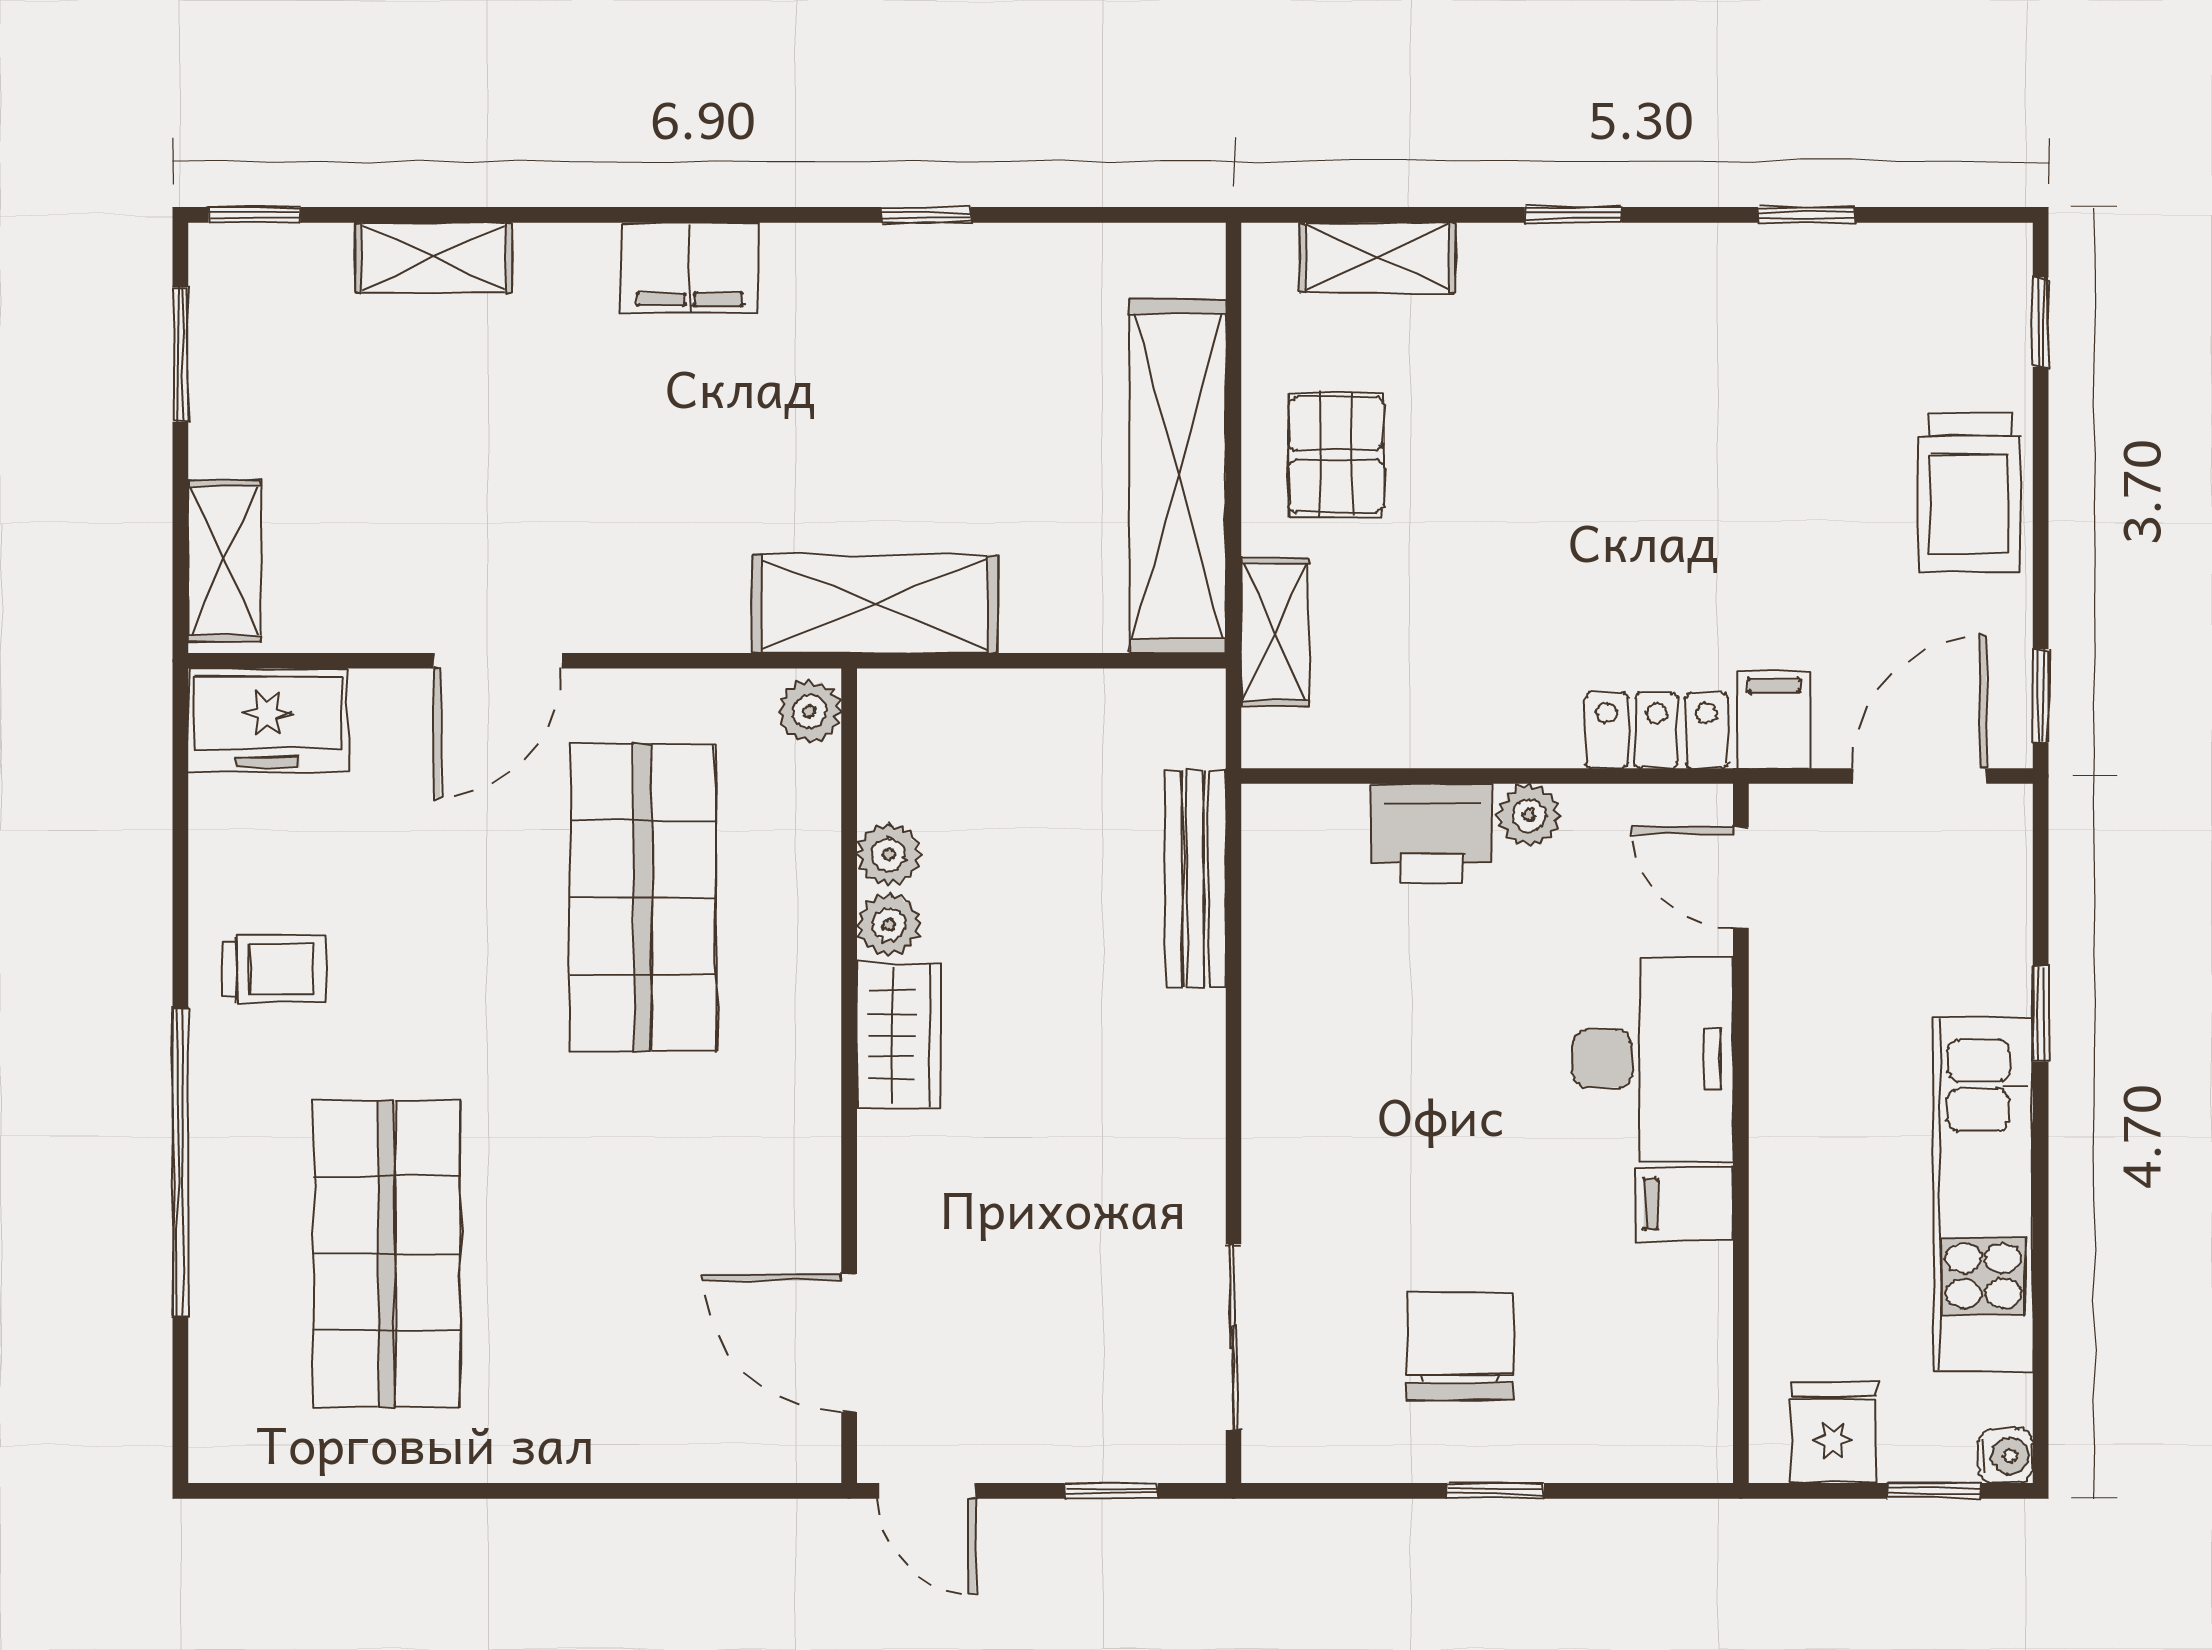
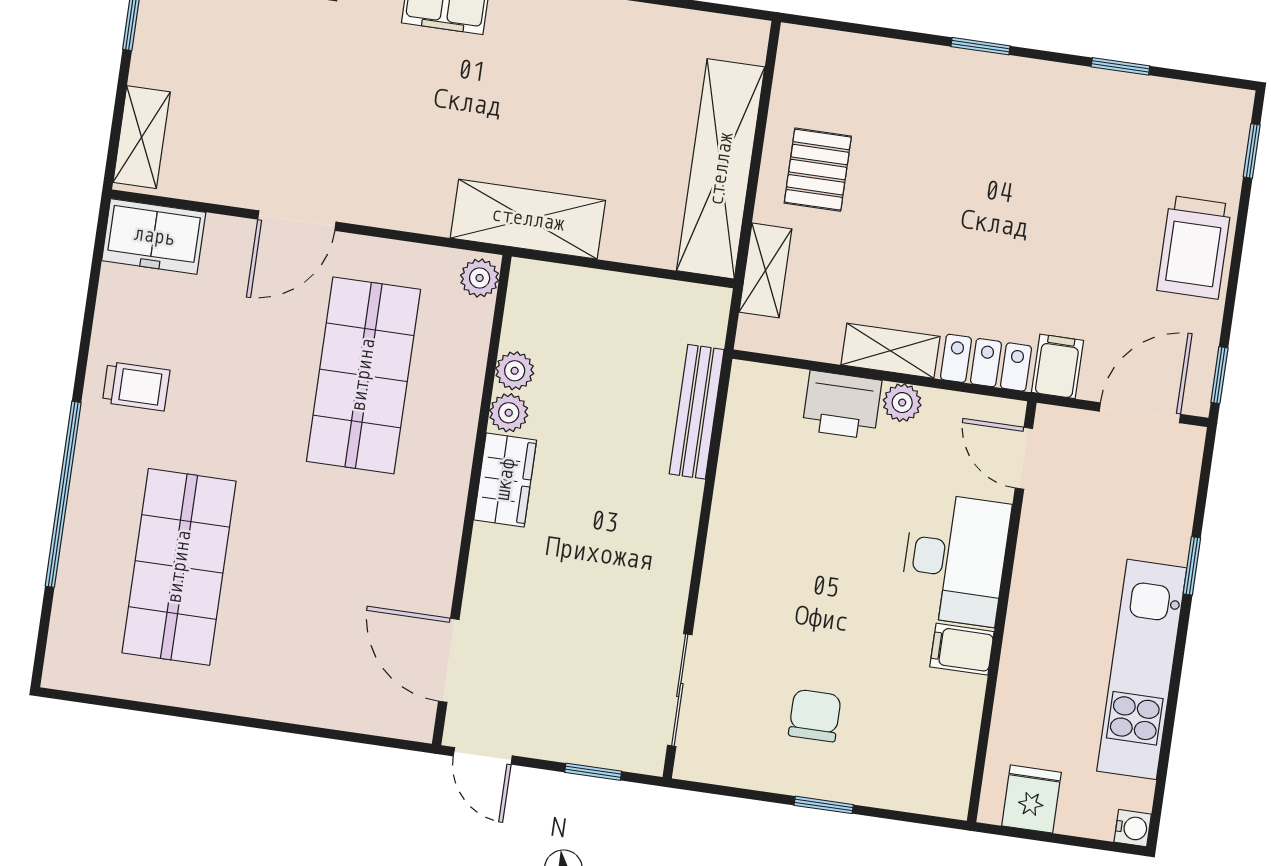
shelving: (1377, 258) -> (890, 351), moved
chair: (1460, 1347) -> (815, 716), width x0.73, depth x0.73
window: (1934, 1491) -> (1087, 843), removed

